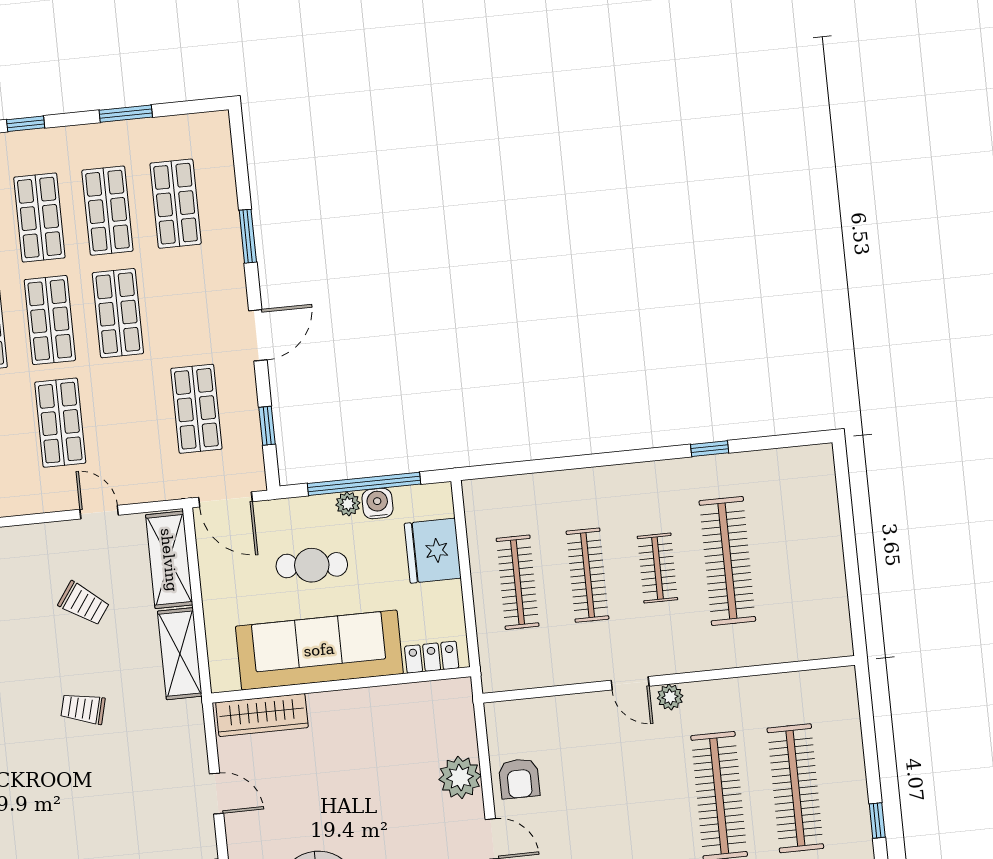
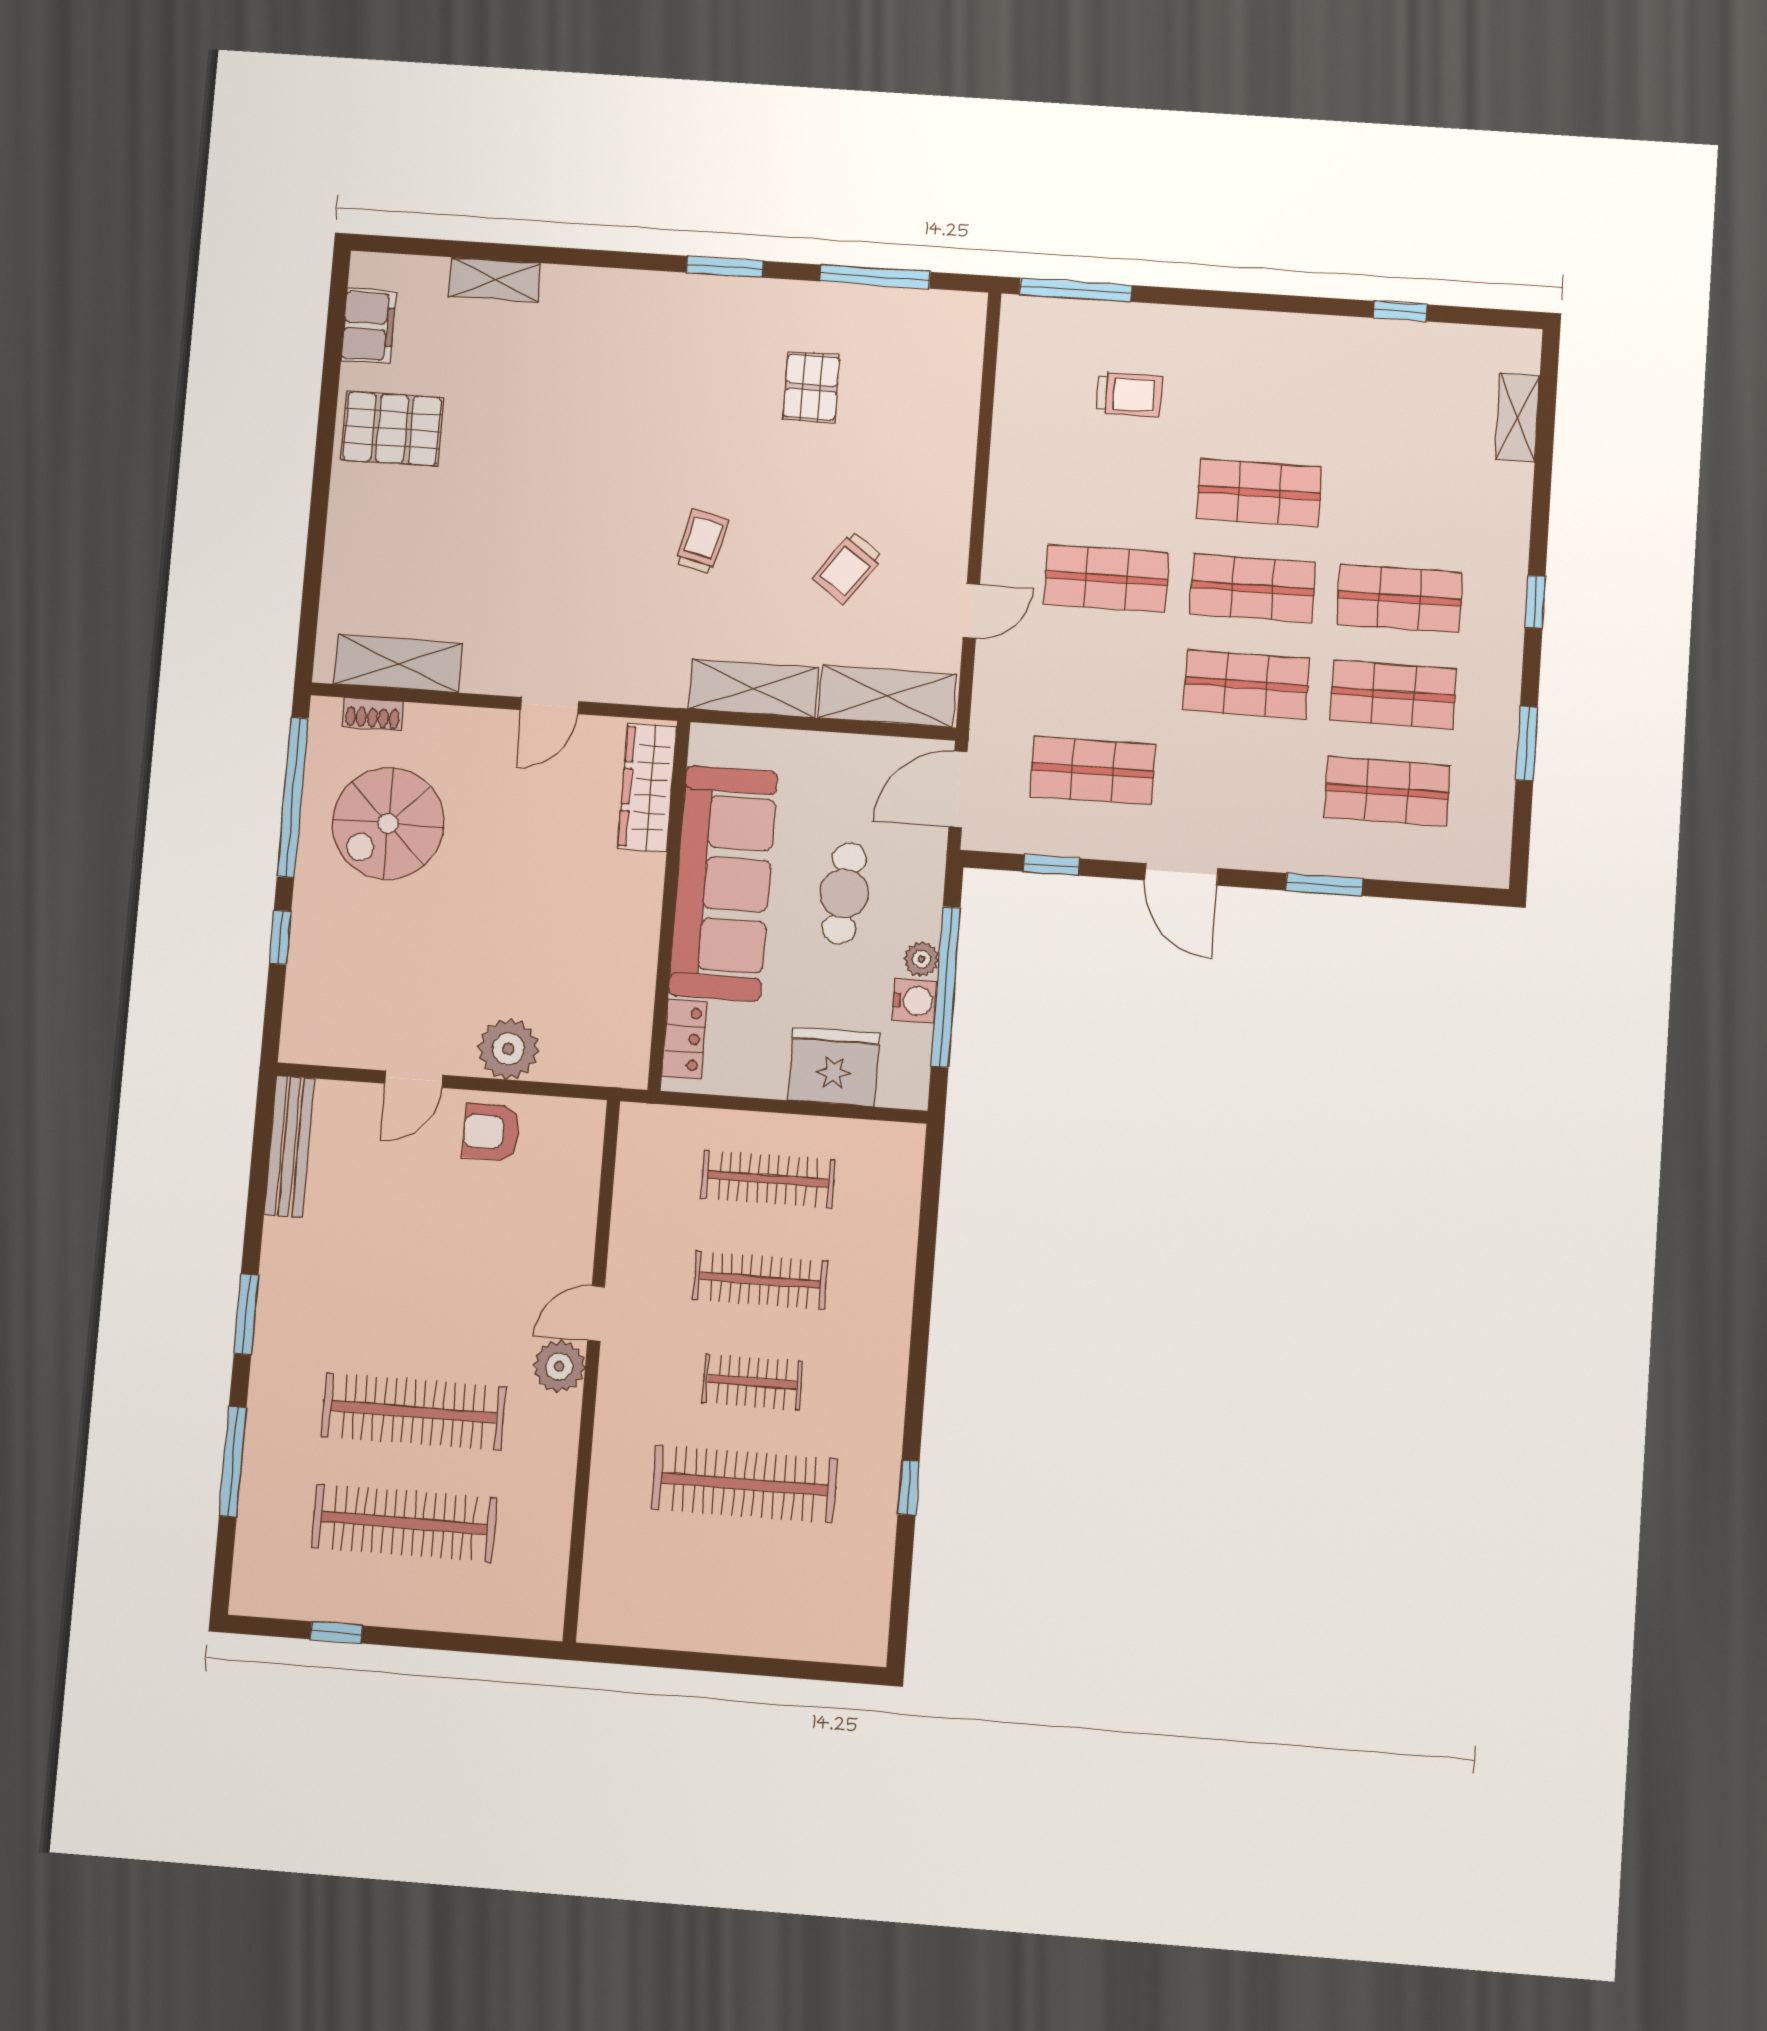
plant: (670, 697) -> (559, 1366), width x1.38, depth x1.38

